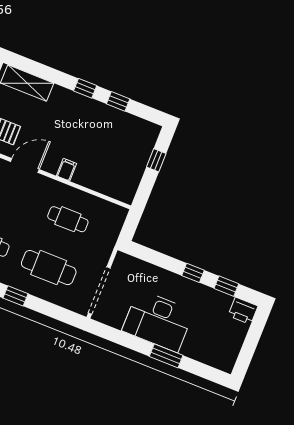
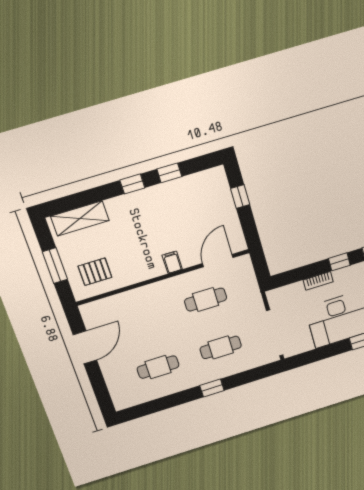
door: (25, 166) -> (218, 261), moved
cafe table: (49, 268) -> (221, 347), width x0.73, depth x0.74
bookcase: (165, 275) -> (318, 281), added

